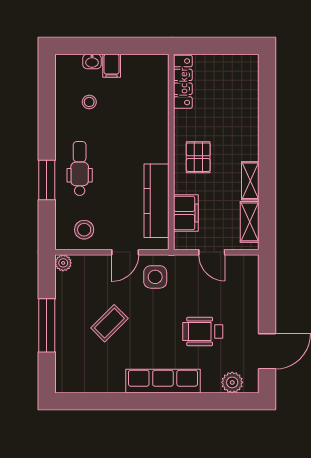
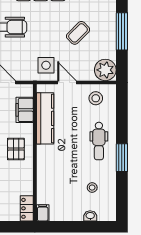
filing cabinet: (112, 66) -> (43, 213), moved
locker: (183, 82) -> (27, 208), width x0.66
window: (47, 180) -> (122, 158), moved
door: (125, 252) -> (67, 82), hinge flipped
plant: (63, 263) -> (105, 70), width x1.87, depth x1.87

